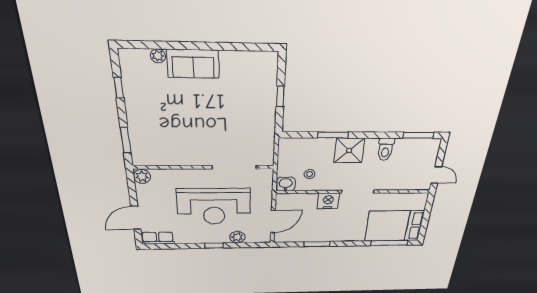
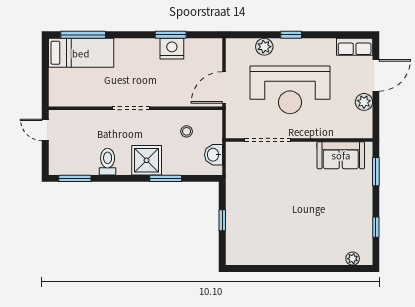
plant: (158, 56) -> (353, 259), moved
sofa: (193, 64) -> (341, 155), moved, turned 180
plant: (142, 176) -> (364, 102), moved
washbasin: (286, 184) -> (214, 155), moved, turned 90
nightstand: (328, 201) -> (172, 49), moved, turned 180
reception desk: (214, 207) -> (290, 90), turned 180
door: (273, 222) -> (224, 87), moved
bed: (394, 226) -> (81, 53), width x0.67

